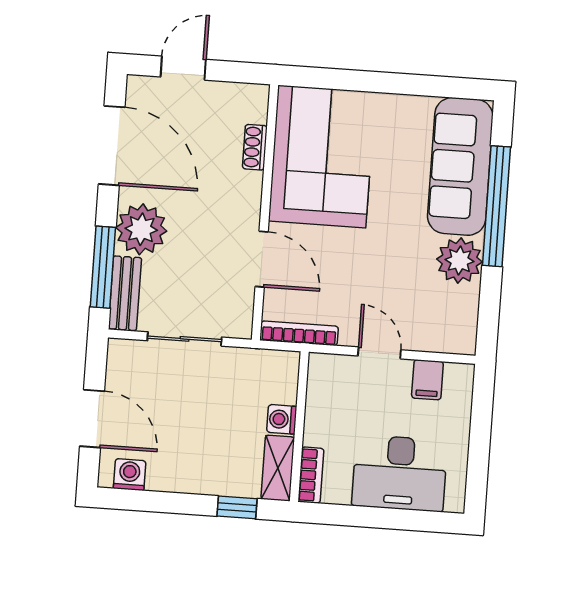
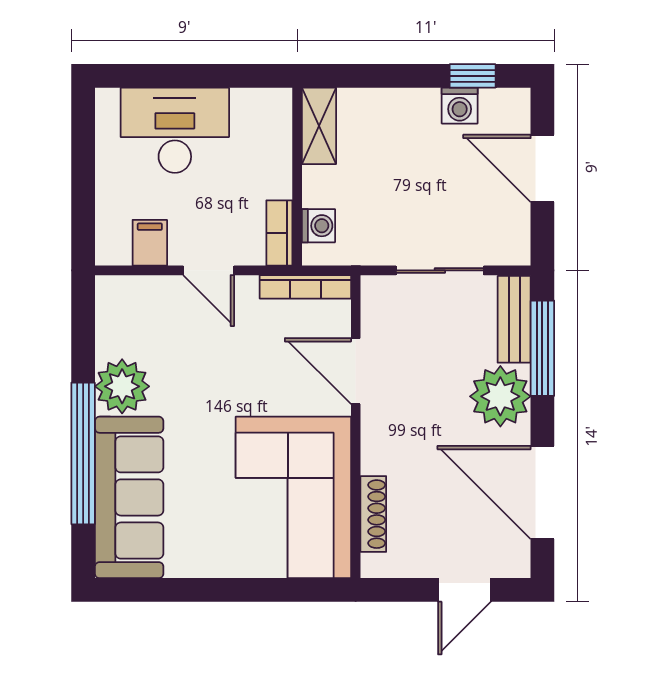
shoe rack: (255, 147) -> (373, 514), width x1.43
washing machine: (282, 419) -> (318, 226), moved
washing machine: (130, 475) -> (460, 106), moved
bookcase: (311, 475) -> (279, 233), moved
window: (237, 507) -> (473, 76), moved

